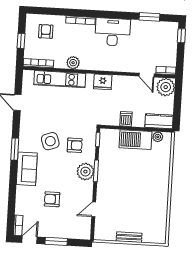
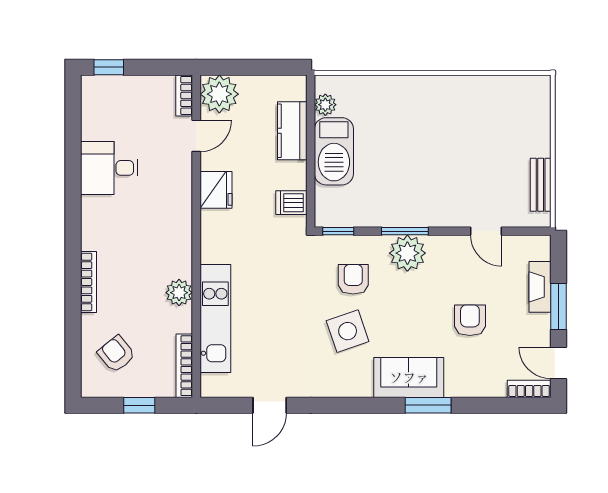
window: (149, 17) -> (73, 137), removed
armchair: (46, 31) -> (116, 354), turned 51
desk: (113, 32) -> (109, 168), moved, width x0.73
fridge: (103, 82) -> (216, 190), moved
dishwasher: (126, 119) -> (291, 203), moved
kitchen counter: (159, 121) -> (292, 131), moved
window: (15, 149) -> (428, 405), moved
armchair: (52, 199) -> (470, 320), turned 180
fireplace: (66, 233) -> (540, 287), added
bench: (129, 237) -> (541, 185), moved

